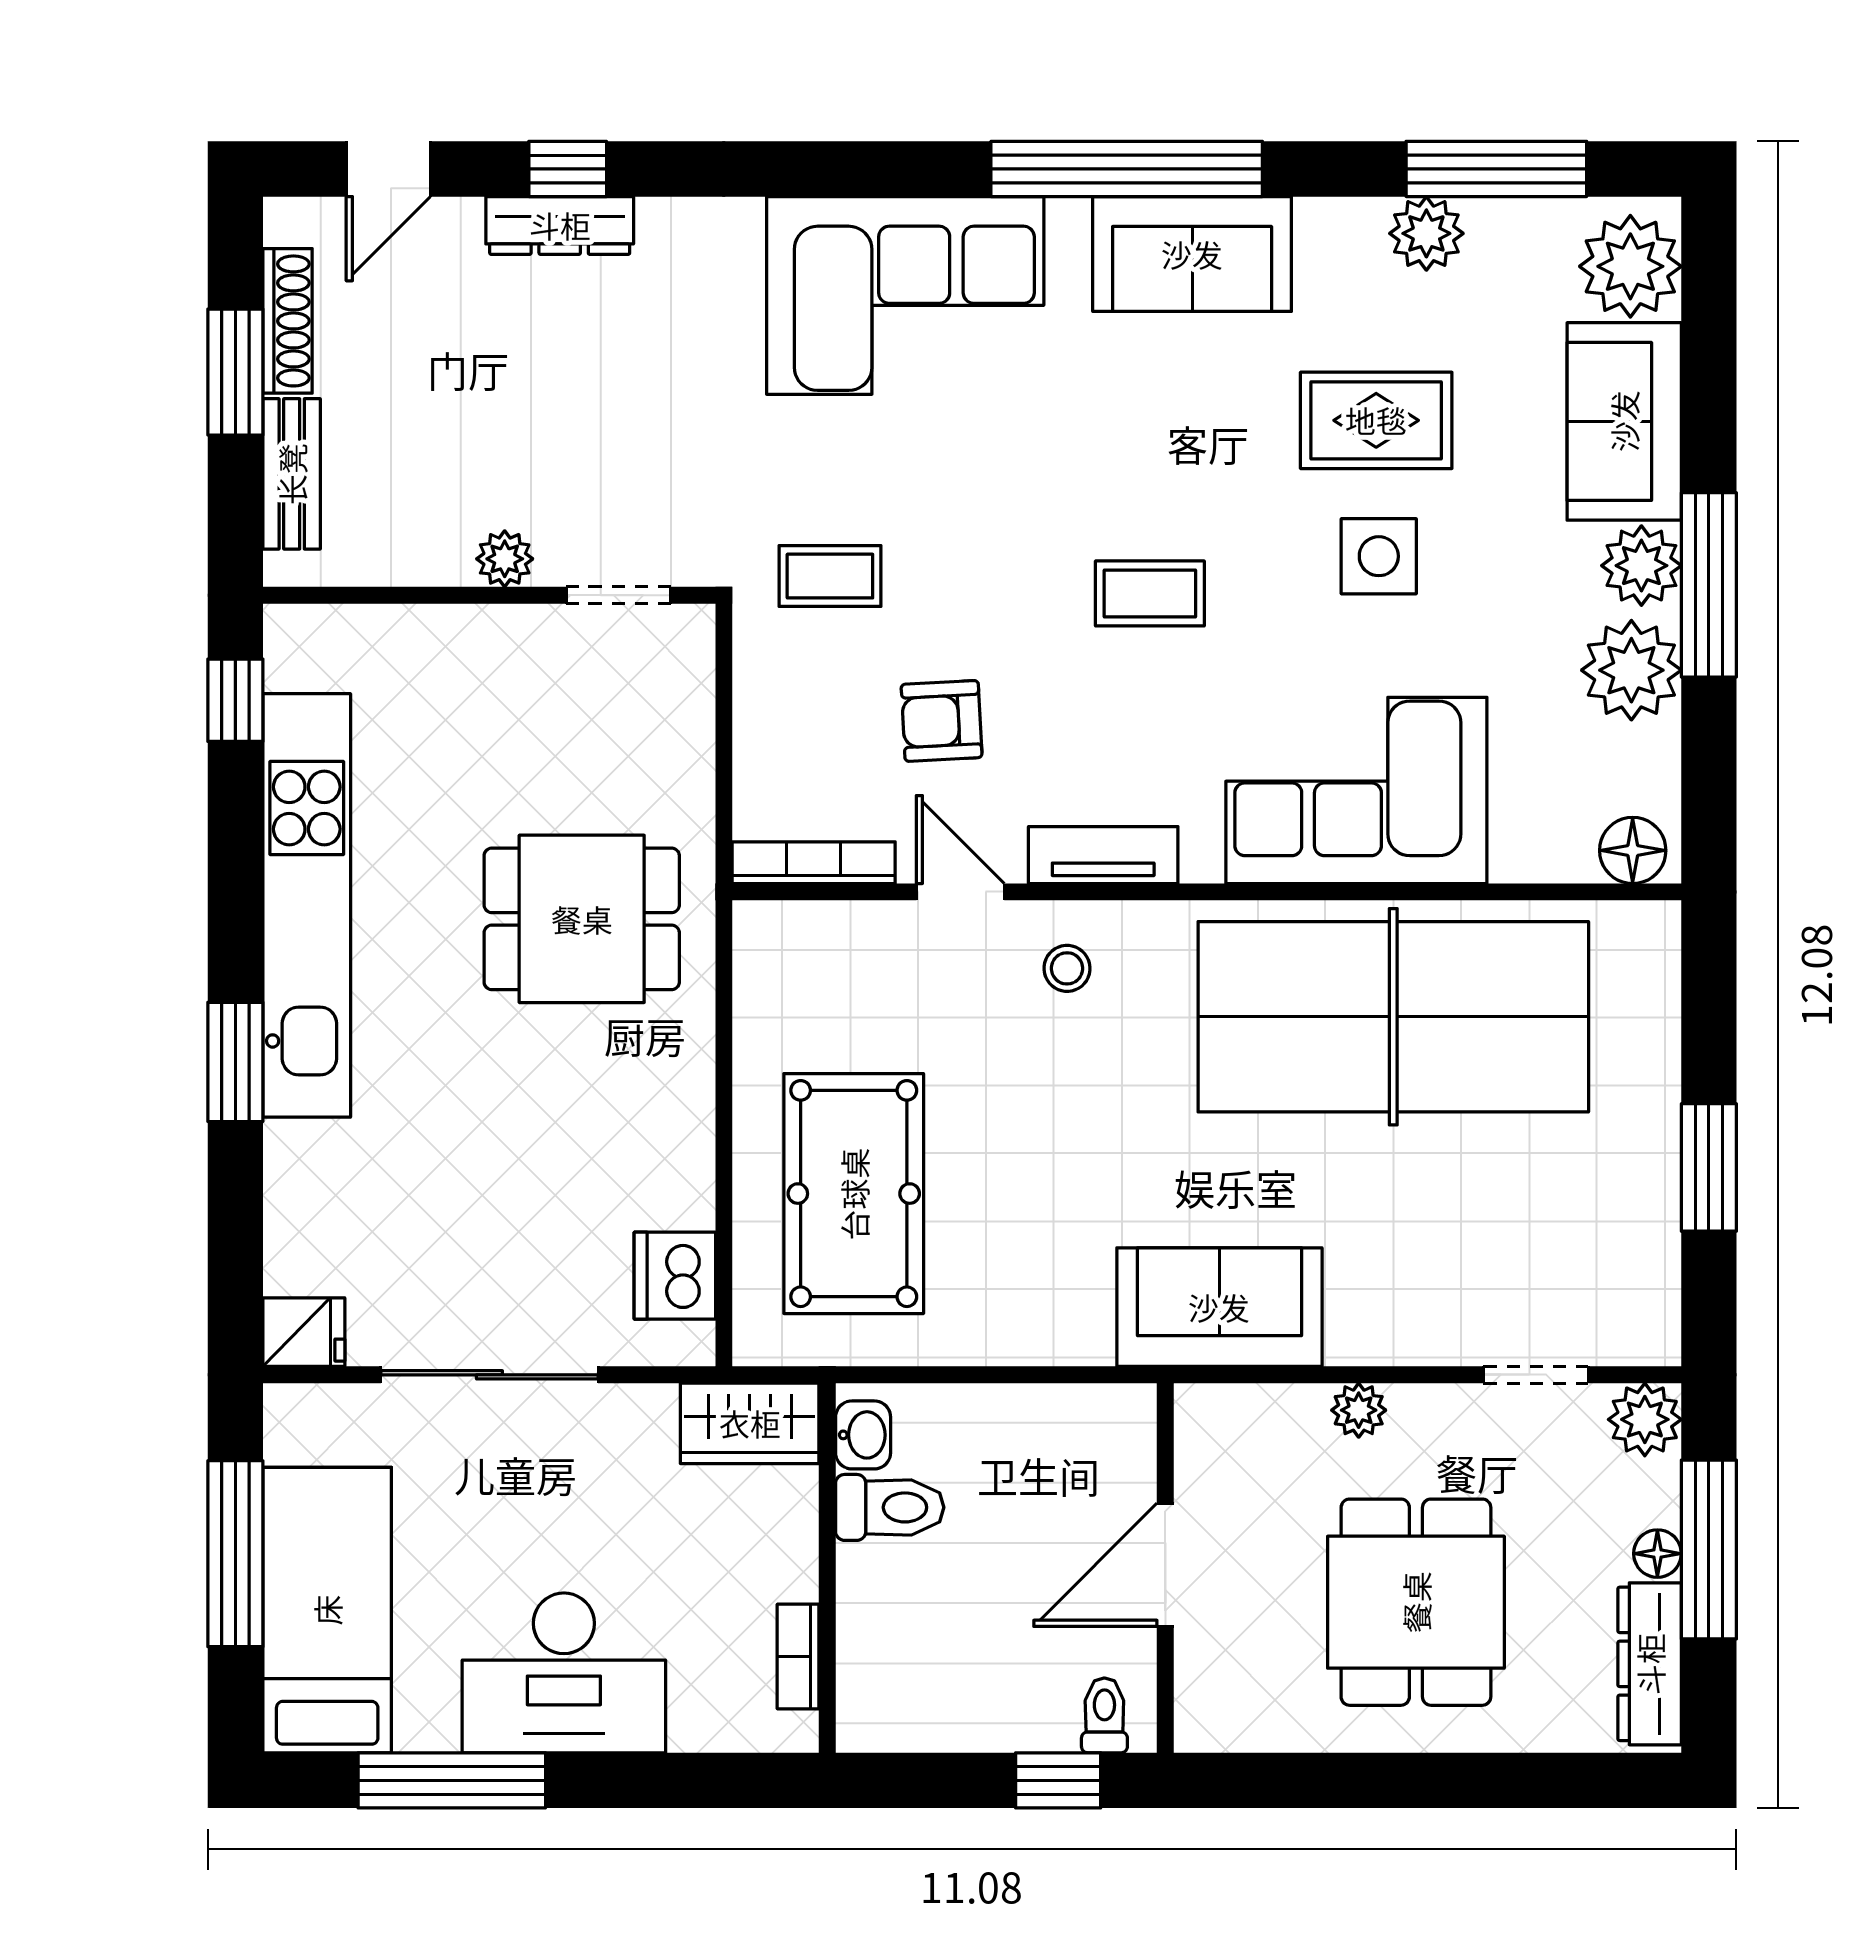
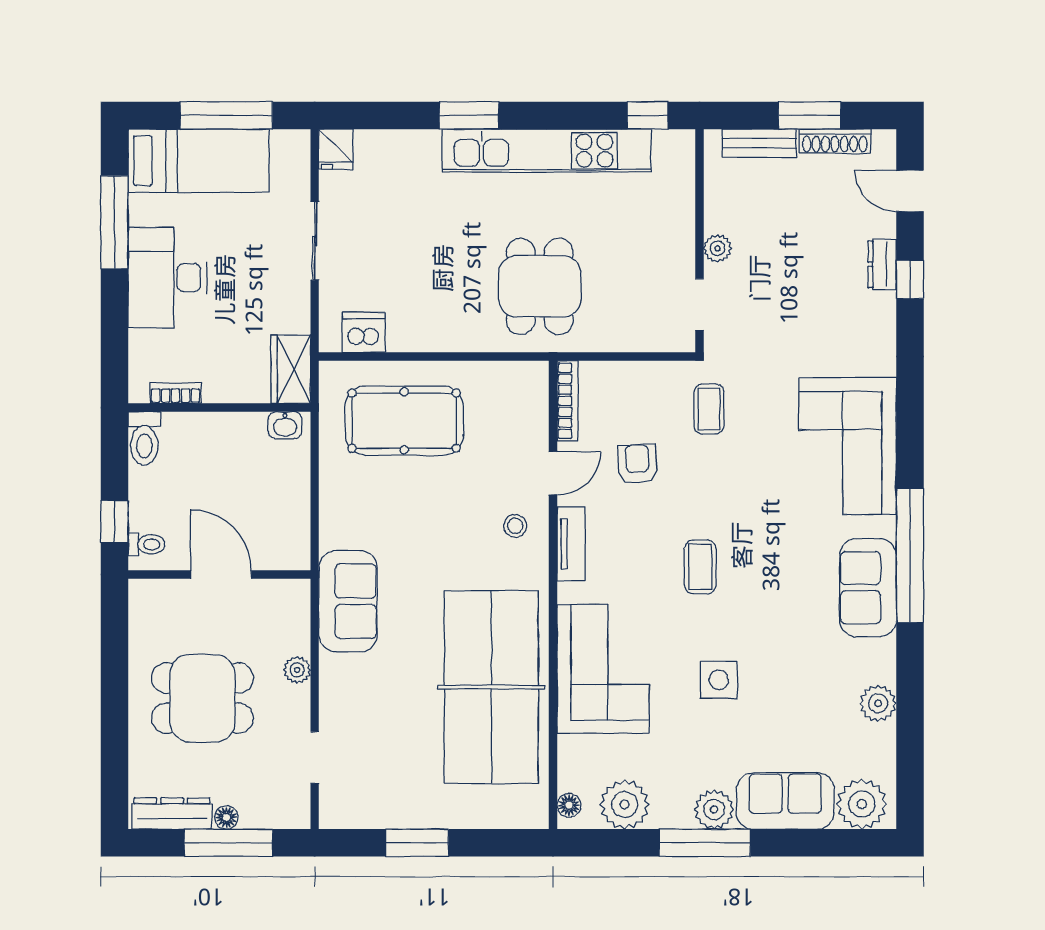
window: (1496, 169) -> (910, 738), removed
dresser: (560, 225) -> (882, 264), width x0.70
rug: (1376, 420) -> (786, 679), removed
plant: (1631, 670) -> (625, 805), moved
floor lamp: (1633, 850) -> (569, 805), width x0.73, depth x0.73
sliding door: (489, 1375) -> (315, 241), width x0.73
plant: (1645, 1419) -> (293, 811), removed
toilet: (890, 1507) -> (144, 438), moved

